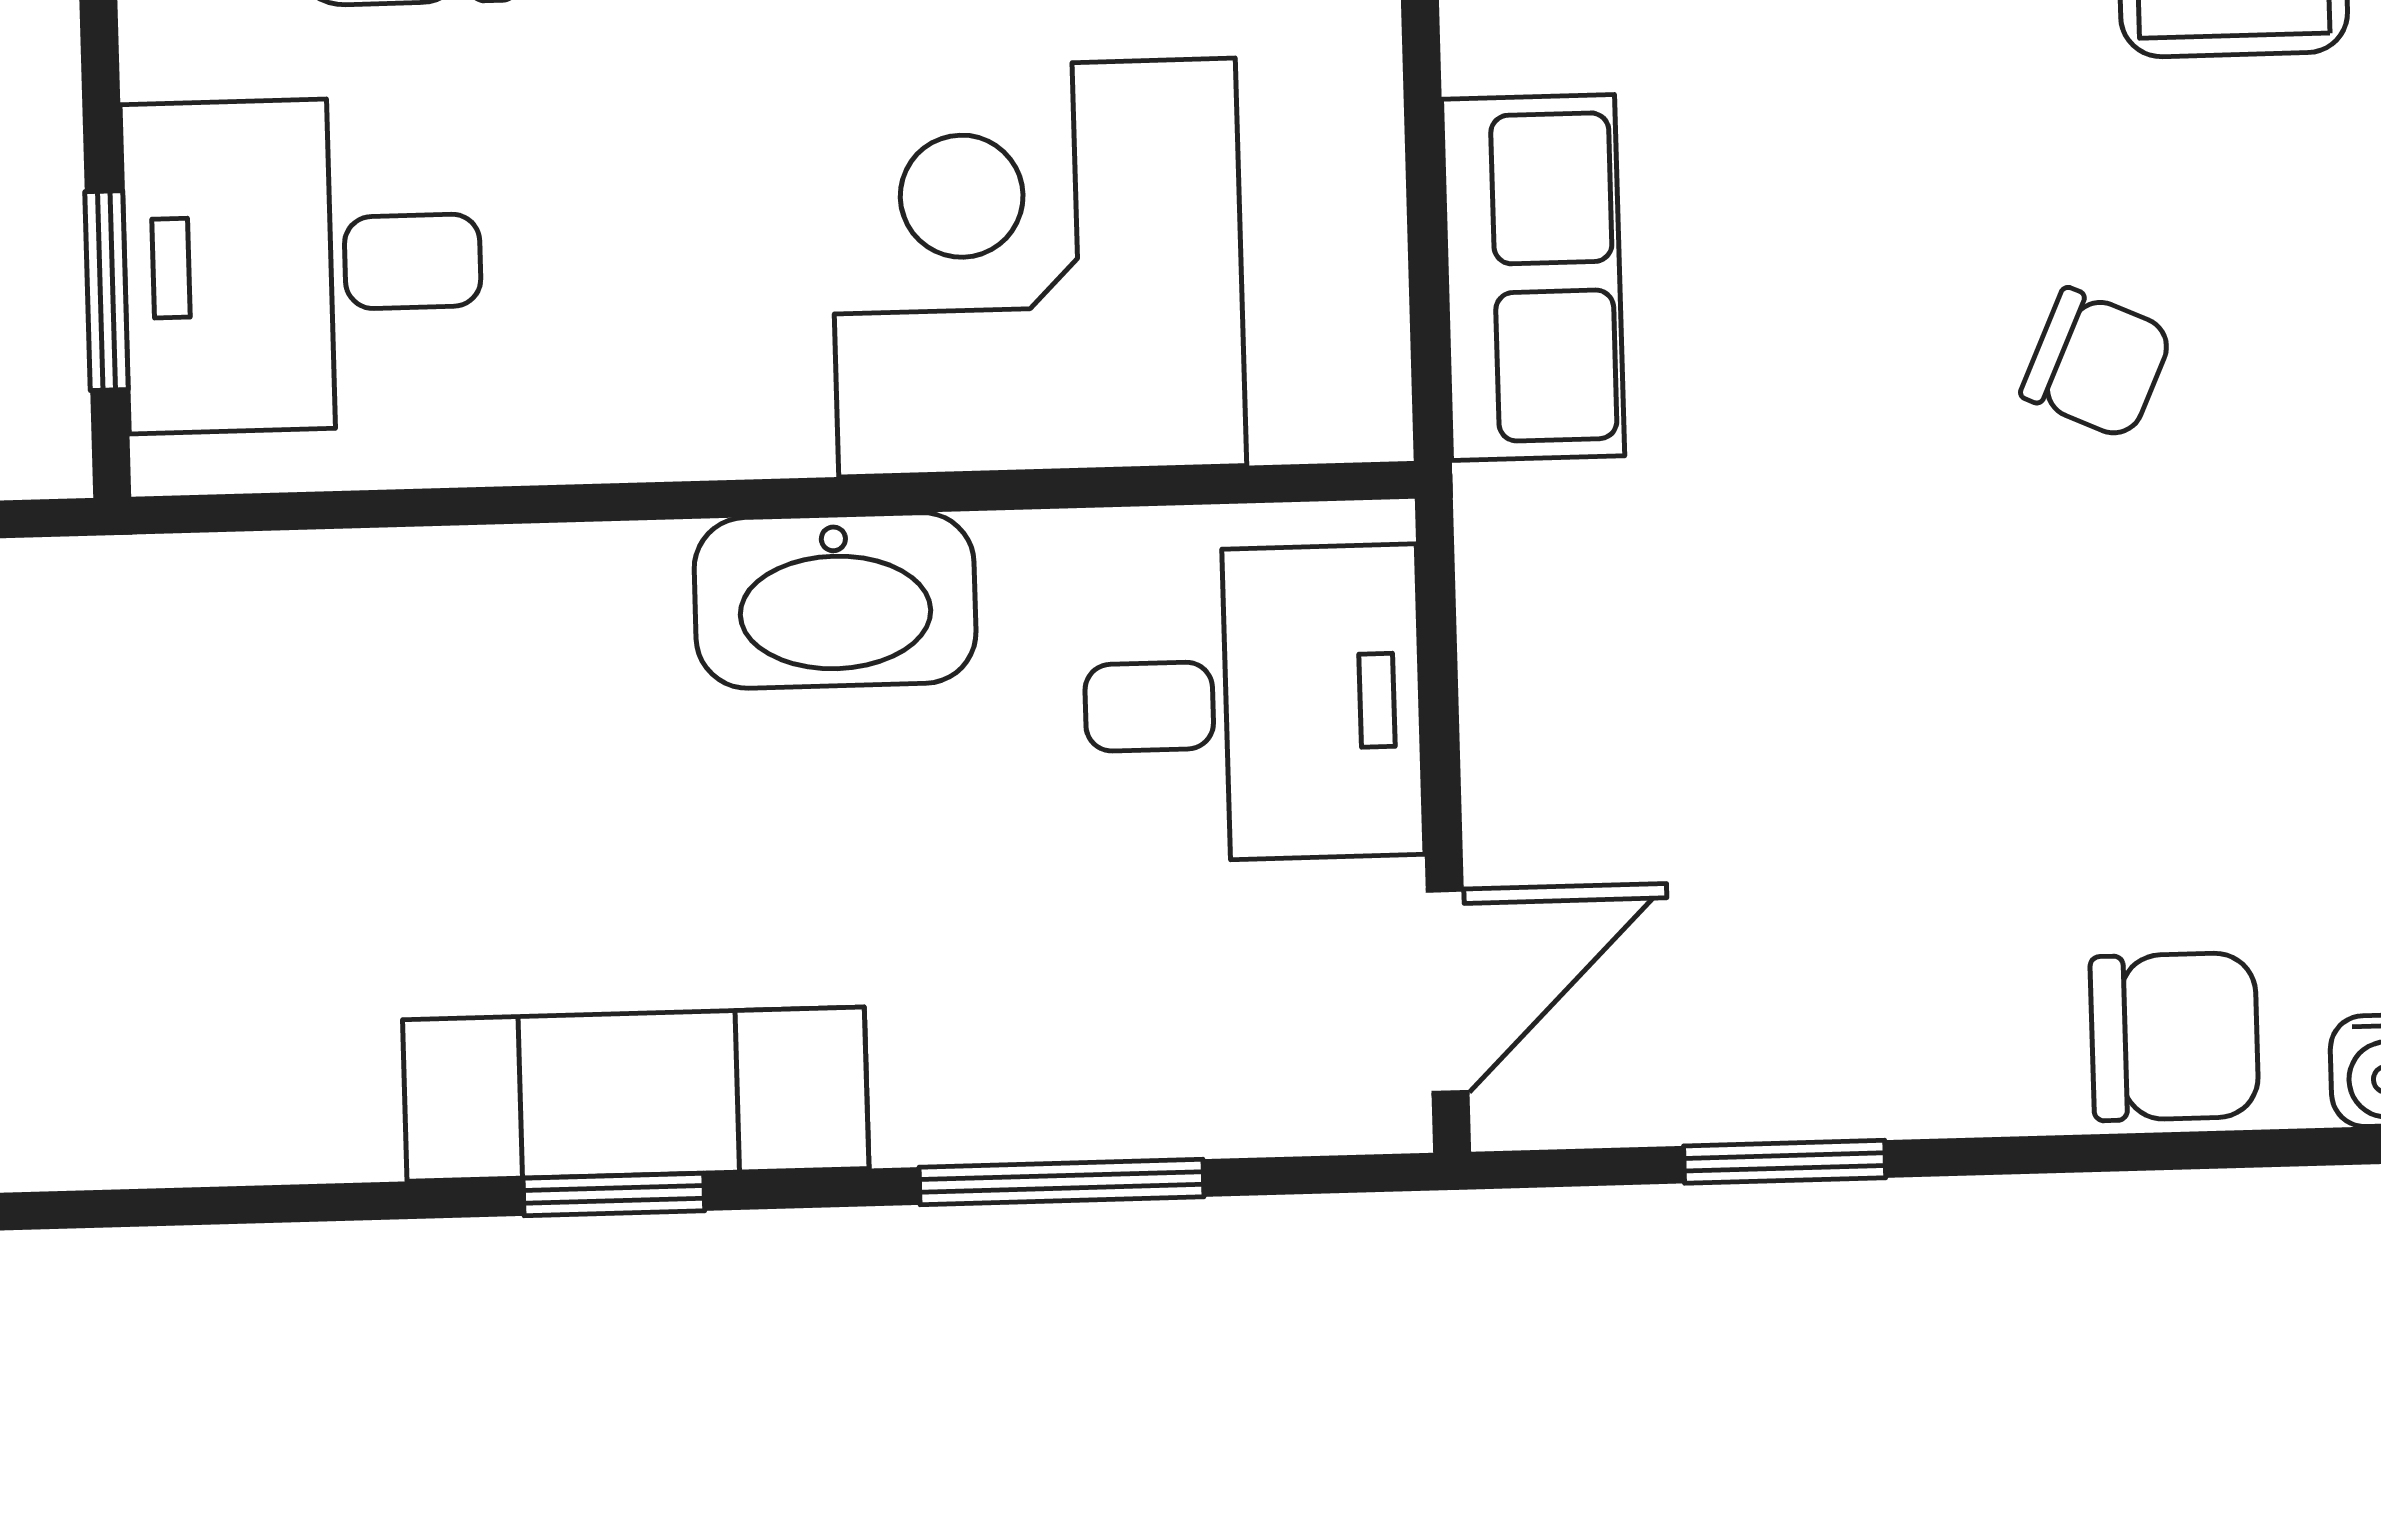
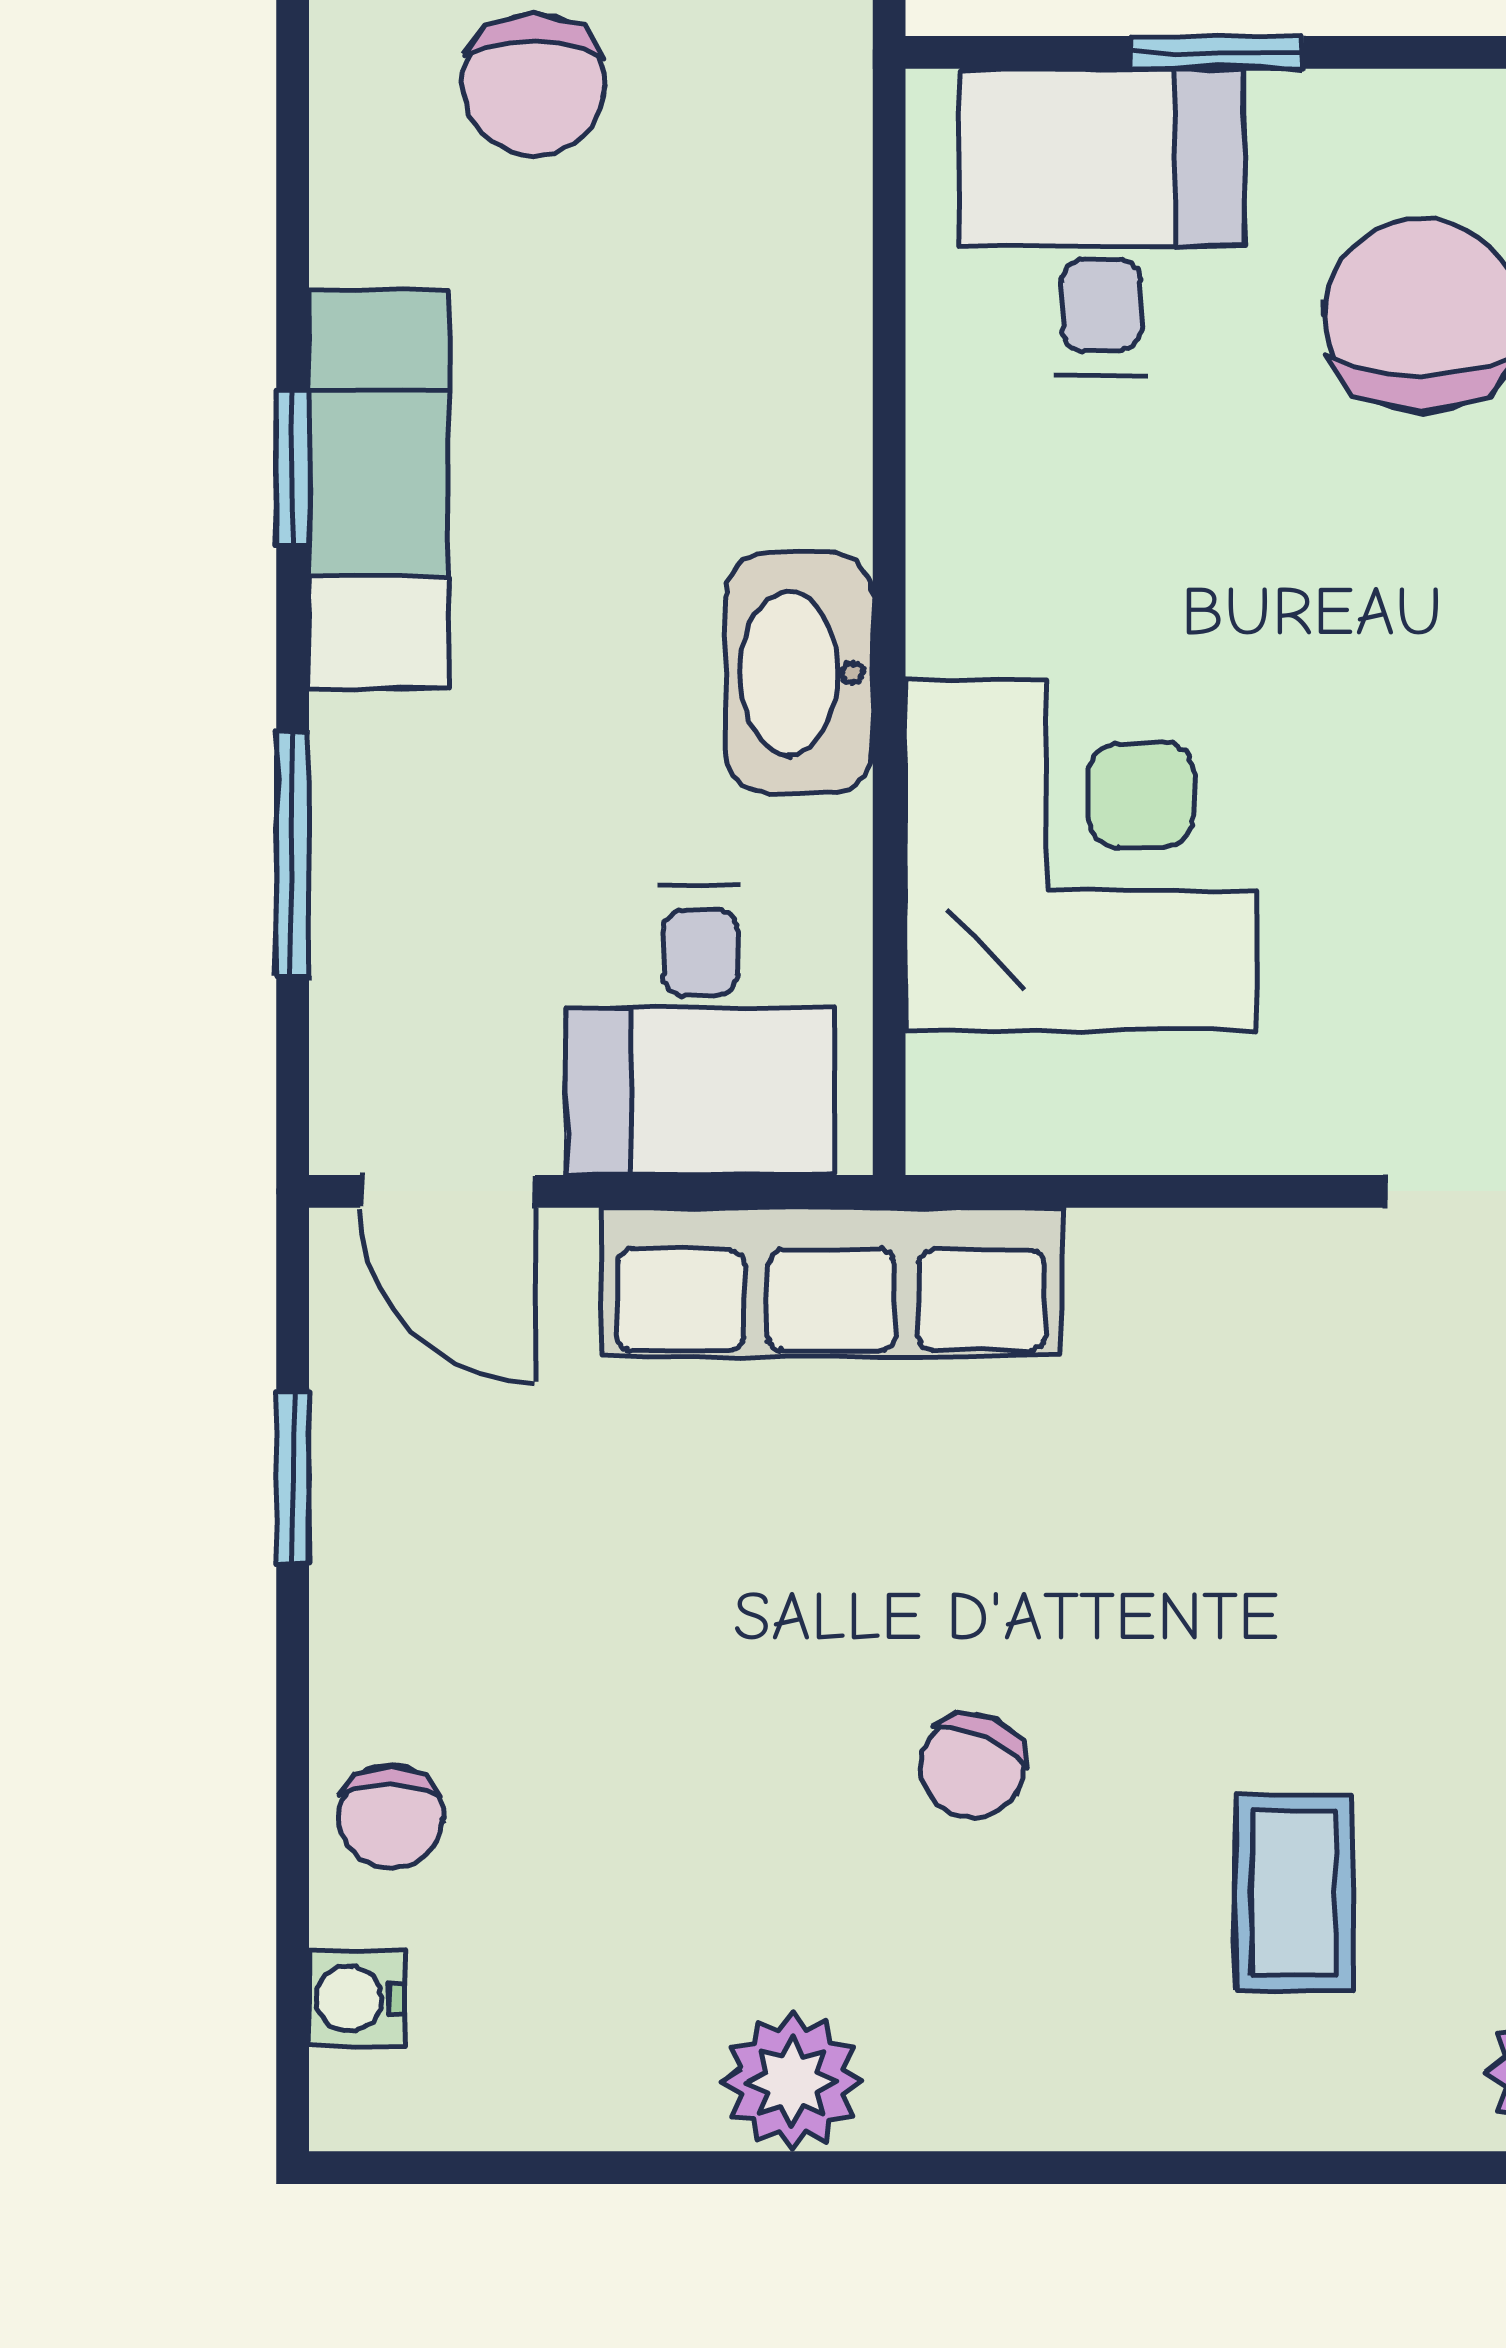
row of seats: (1533, 278) -> (831, 1282), moved, width x1.48
window: (106, 291) -> (1217, 52), moved
chair: (162, 927) -> (534, 85), added
chair: (2174, 1037) -> (391, 1817), width x0.73, depth x0.73

